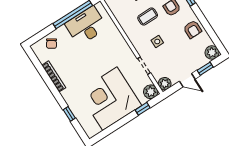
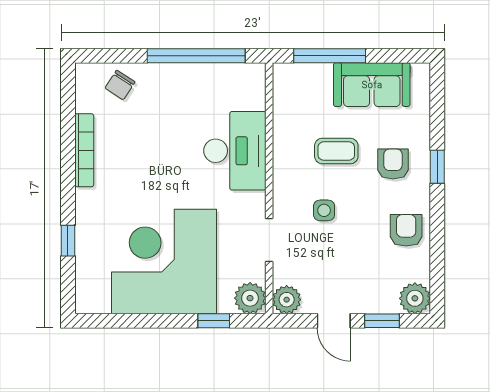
desk: (86, 26) -> (235, 151), moved, turned 90
armchair: (193, 29) -> (406, 230), turned 180

